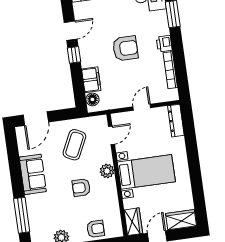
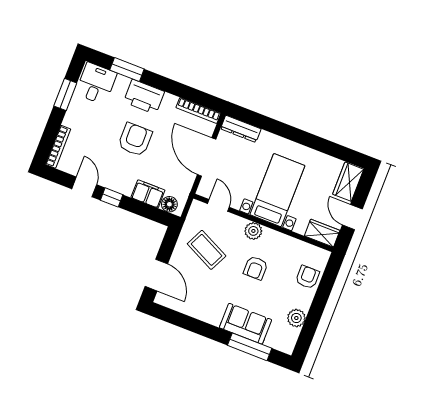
printer: (164, 44) -> (144, 97), width x1.87, depth x1.48
bookcase: (170, 70) -> (198, 110), moved
door: (142, 107) -> (207, 157), width x1.88
sofa: (33, 174) -> (246, 324), moved

